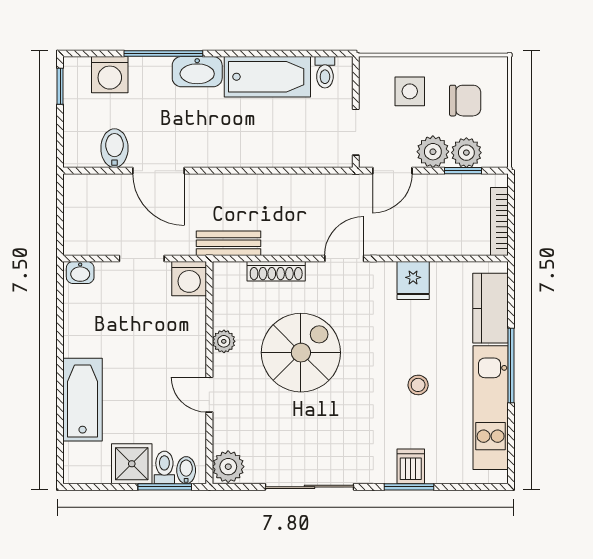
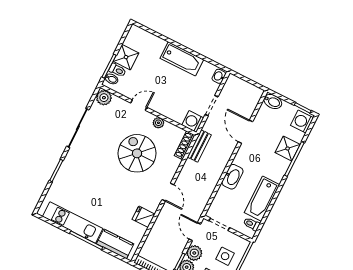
washbasin: (197, 72) -> (232, 177), moved, turned 180
washing machine: (110, 75) -> (302, 122), moved
shower: (150, 76) -> (288, 148), added
bidet: (114, 148) -> (273, 102), moved
door: (159, 171) -> (245, 132), hinge flipped
shoe rack: (276, 271) -> (185, 145), moved
spiral stairs: (301, 353) -> (137, 153), turned 180
stool: (418, 385) -> (98, 196), removed
bathtub: (83, 400) -> (182, 59), moved
dishwasher: (411, 466) -> (65, 176), removed

